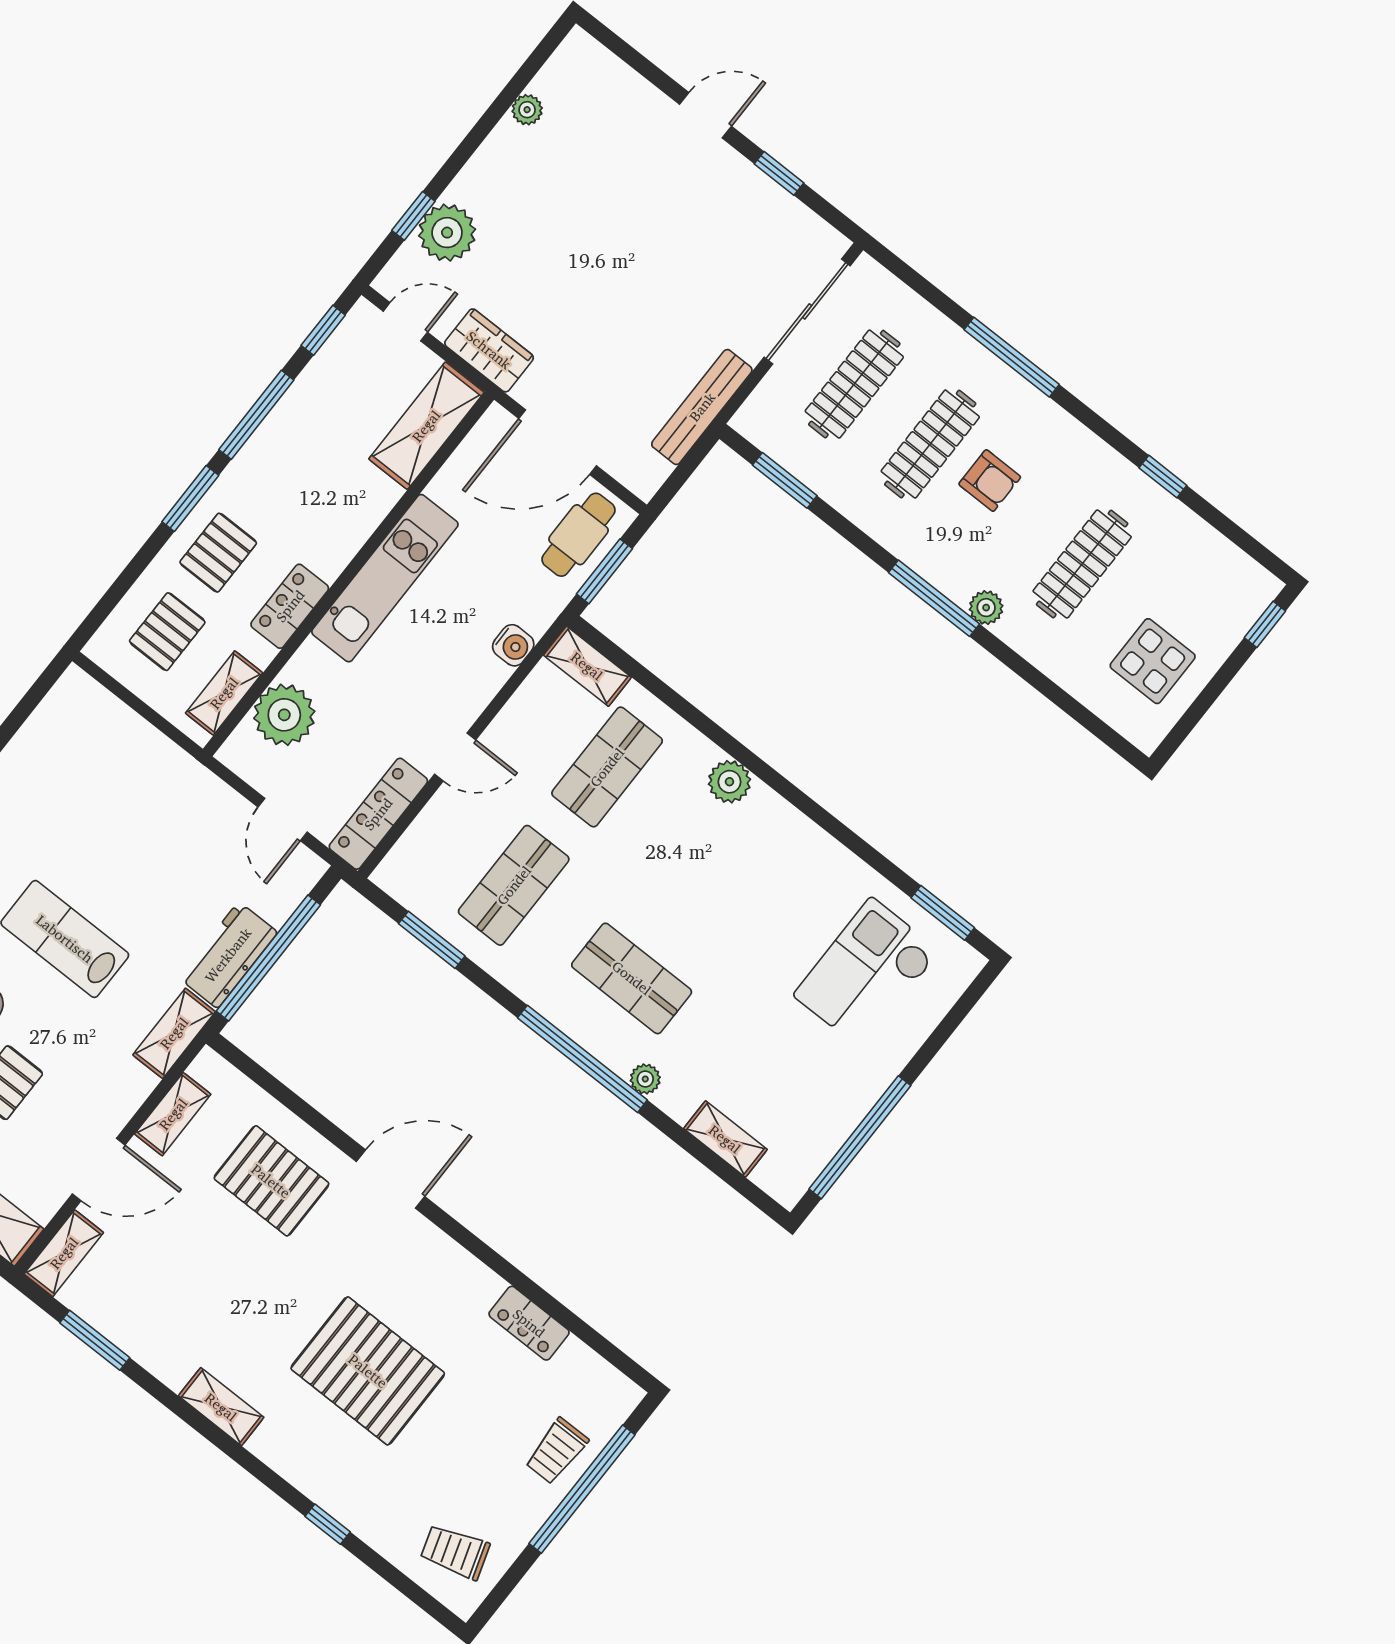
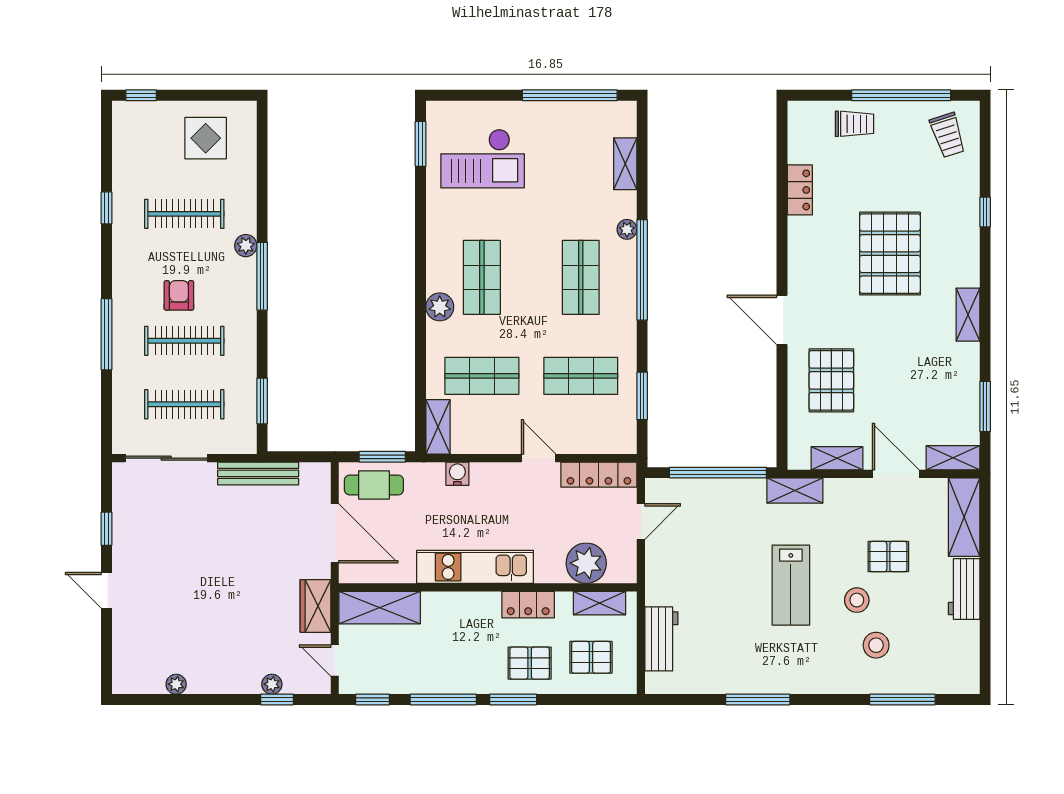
plant: (447, 233) -> (272, 684), width x0.53, depth x0.53
shop shelf: (725, 860) -> (482, 277), added
workbench: (228, 955) -> (661, 639), moved, turned -90
window: (582, 1489) -> (901, 95), moved

